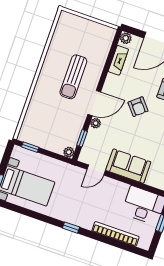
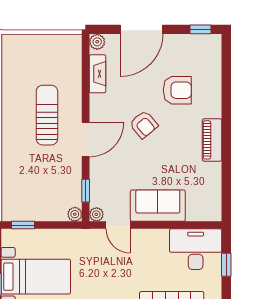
sun lounger: (73, 77) -> (47, 115), turned 180
plant: (96, 123) -> (96, 214), moved
door: (96, 170) -> (118, 225), hinge flipped

